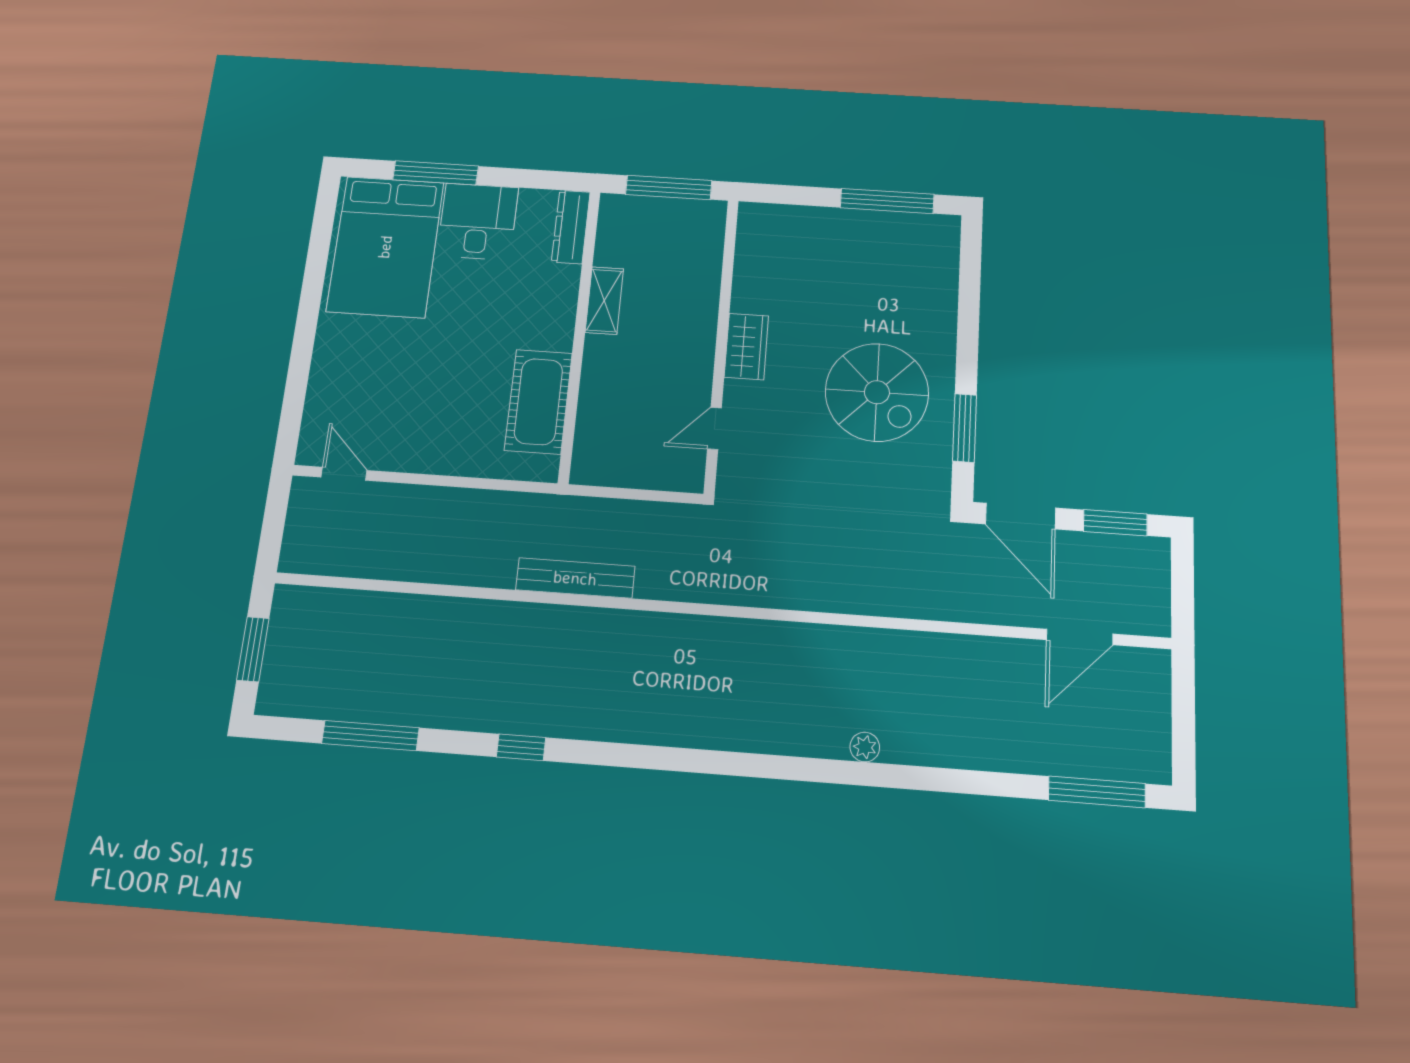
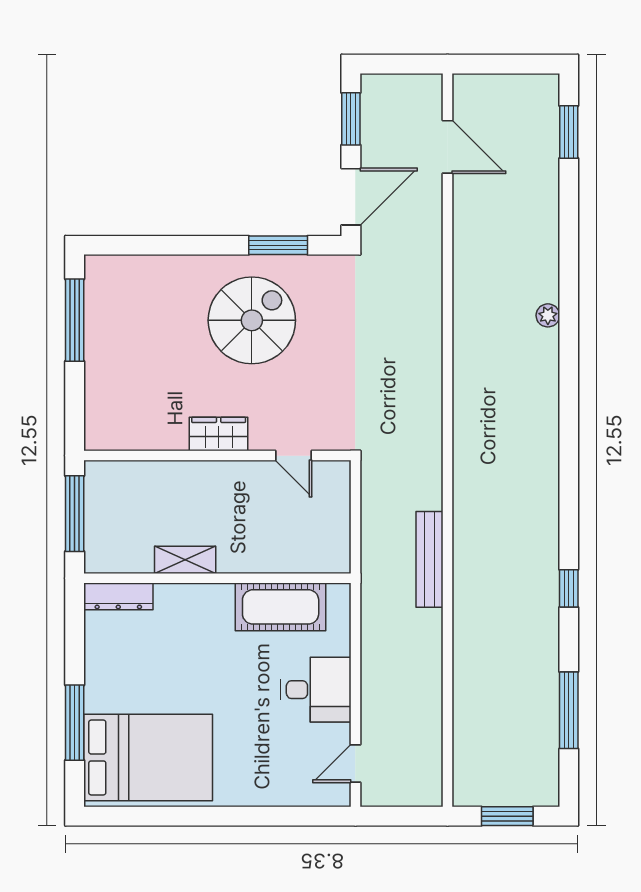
desk: (478, 221) -> (316, 690), moved, turned 180
window: (1097, 792) -> (569, 132), width x0.69

